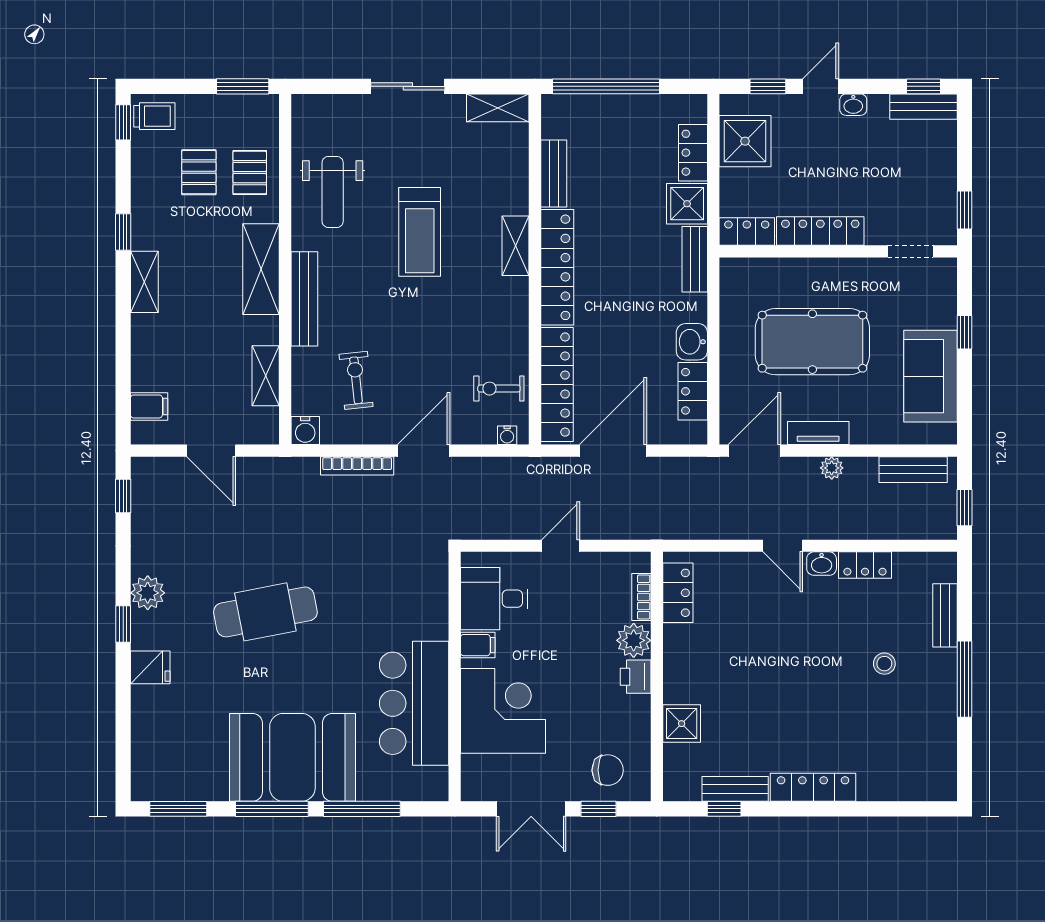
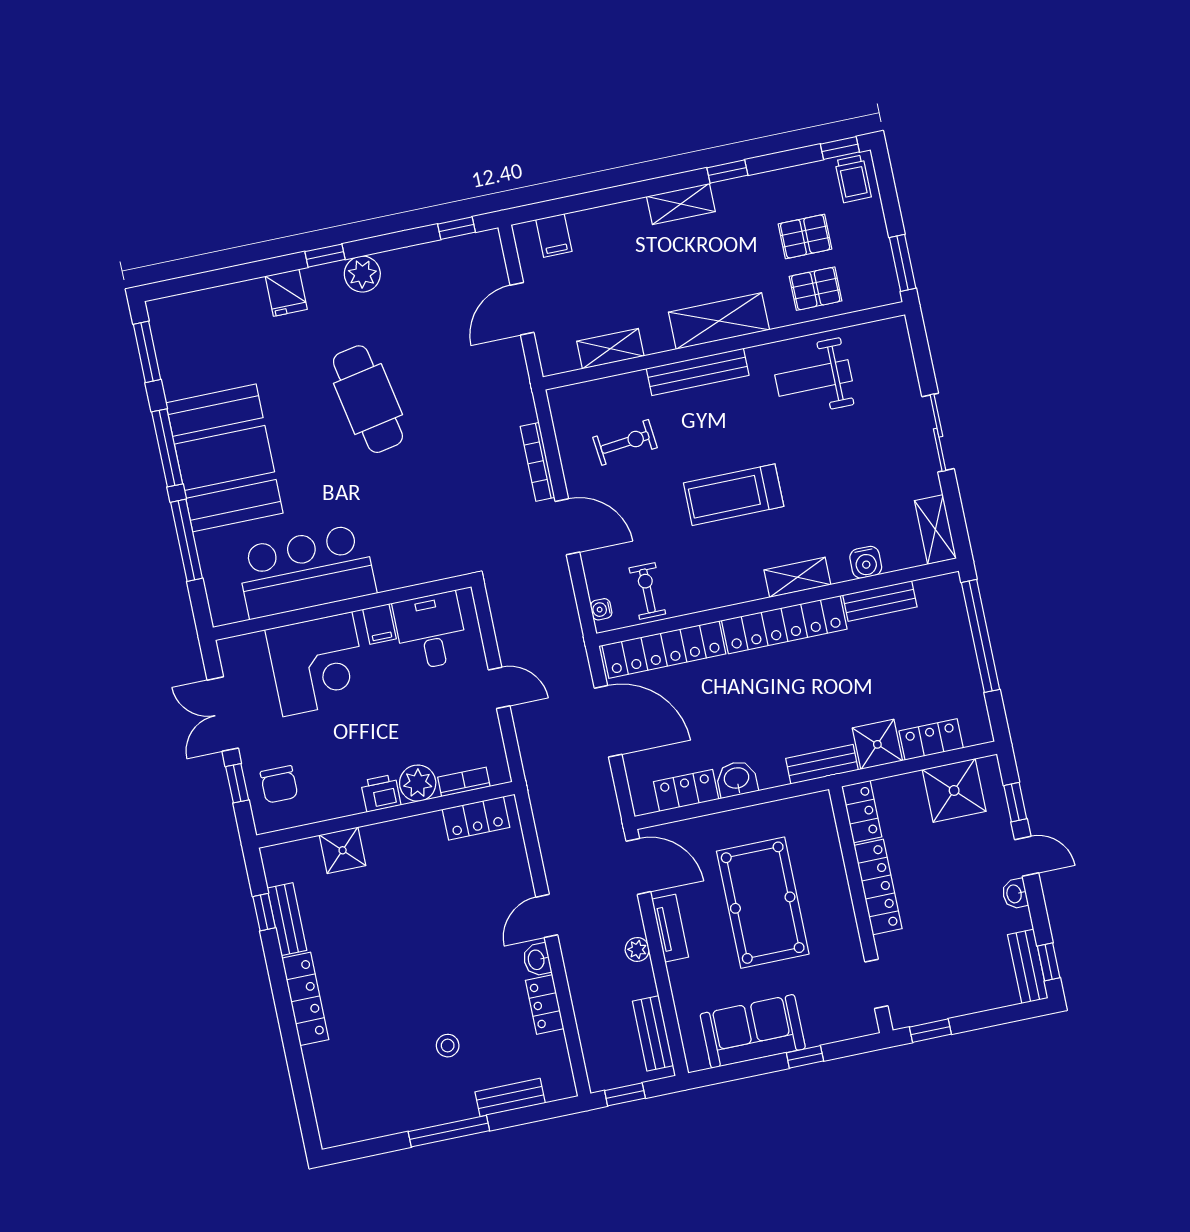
treadmill: (420, 232) -> (734, 495), moved
water cooler: (305, 431) -> (866, 562), moved, turned -90

